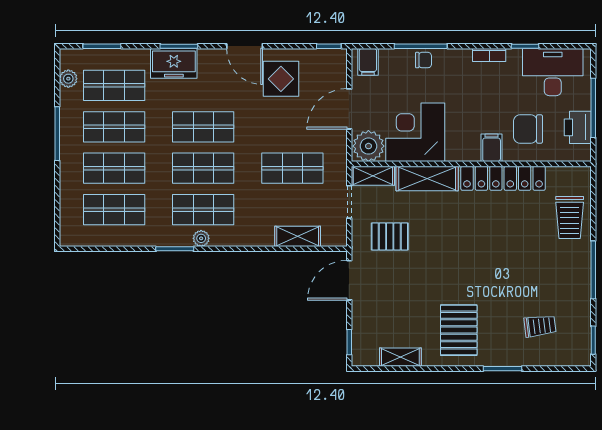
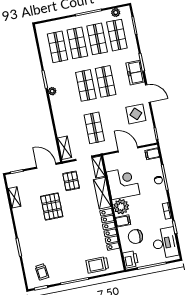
door: (245, 46) -> (148, 93), swing flipped
freezer: (174, 63) -> (135, 73), moved
printer: (578, 127) -> (130, 259), moved, turned 90
chair: (528, 129) -> (135, 237), turned -90
plant: (368, 146) -> (121, 207), moved
shop shelf: (203, 210) -> (66, 89), removed
shelving: (298, 236) -> (64, 148), moved
trolley: (540, 326) -> (42, 272), moved
pallet: (459, 330) -> (52, 206), moved, turned 90

